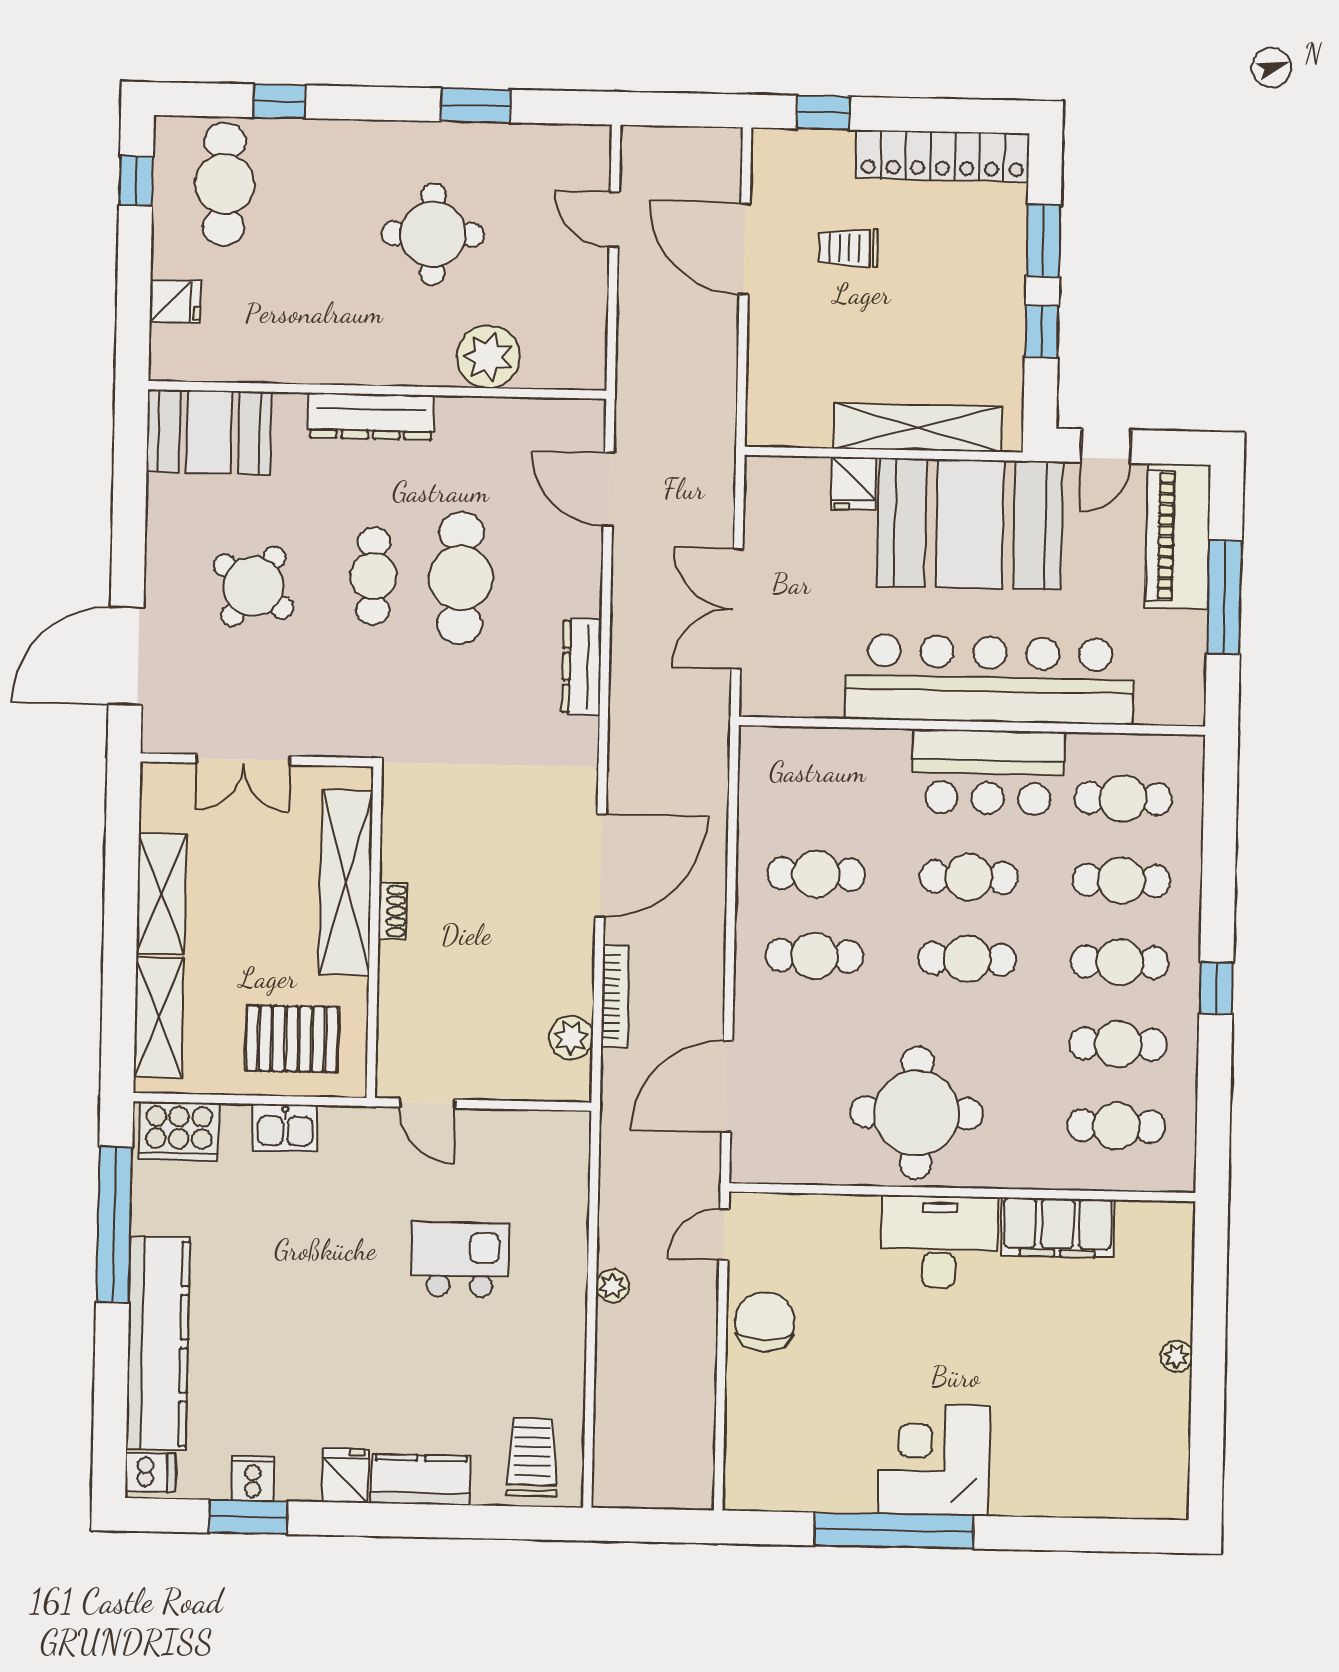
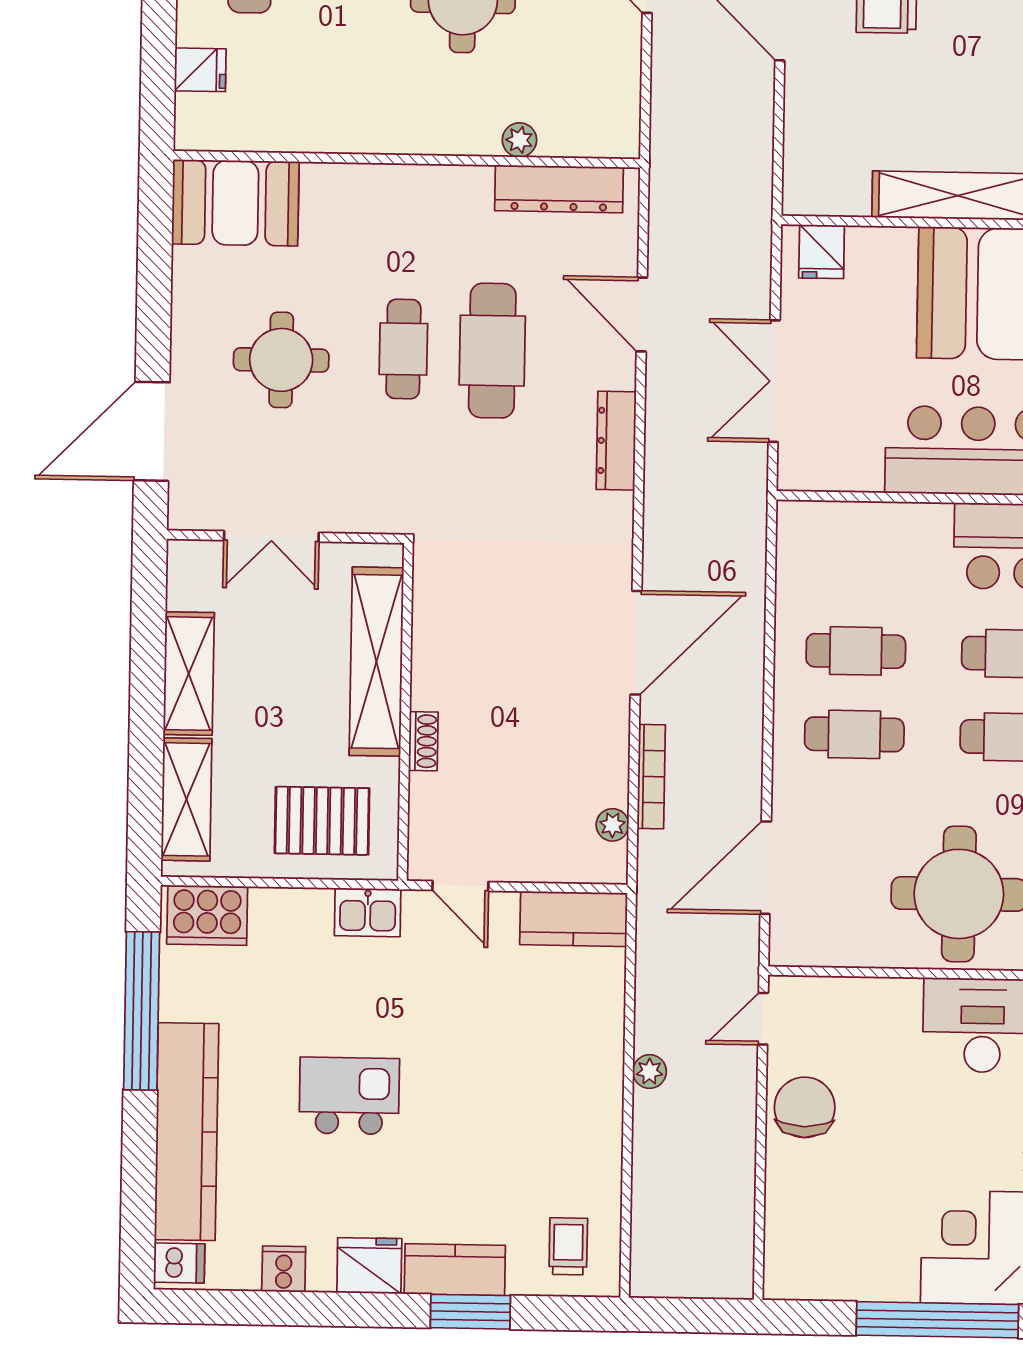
plant: (488, 357) -> (519, 140), width x0.53, depth x0.53
dresser: (371, 416) -> (559, 189), moved
fridge: (854, 483) -> (822, 252), moved
door: (609, 489) -> (642, 314), moved
round table: (253, 586) -> (281, 360), turned -35
shoe rack: (393, 911) -> (423, 741), moved
plant: (571, 1038) -> (612, 825), width x0.73, depth x0.73
kitchen sink: (285, 1128) -> (368, 912), moved
kitchen counter: (538, 1136) -> (574, 919), added
kitchen island: (460, 1260) -> (349, 1096), moved
trolley: (532, 1457) -> (568, 1246), width x0.73, depth x0.72
fridge: (345, 1476) -> (369, 1266), width x1.38
window: (248, 1517) -> (470, 1312), moved

